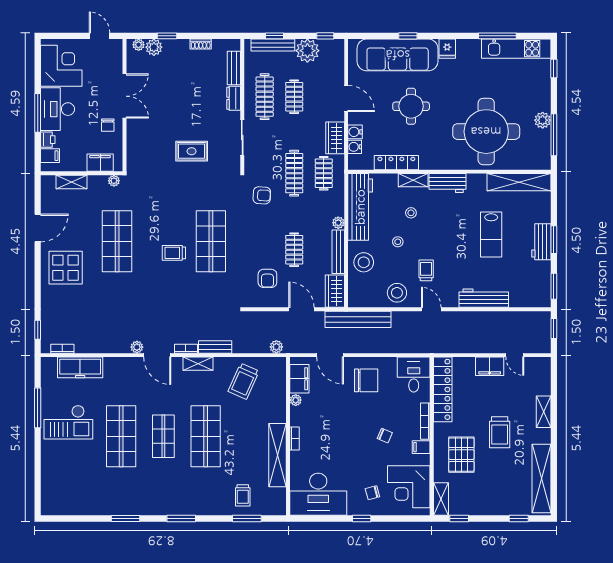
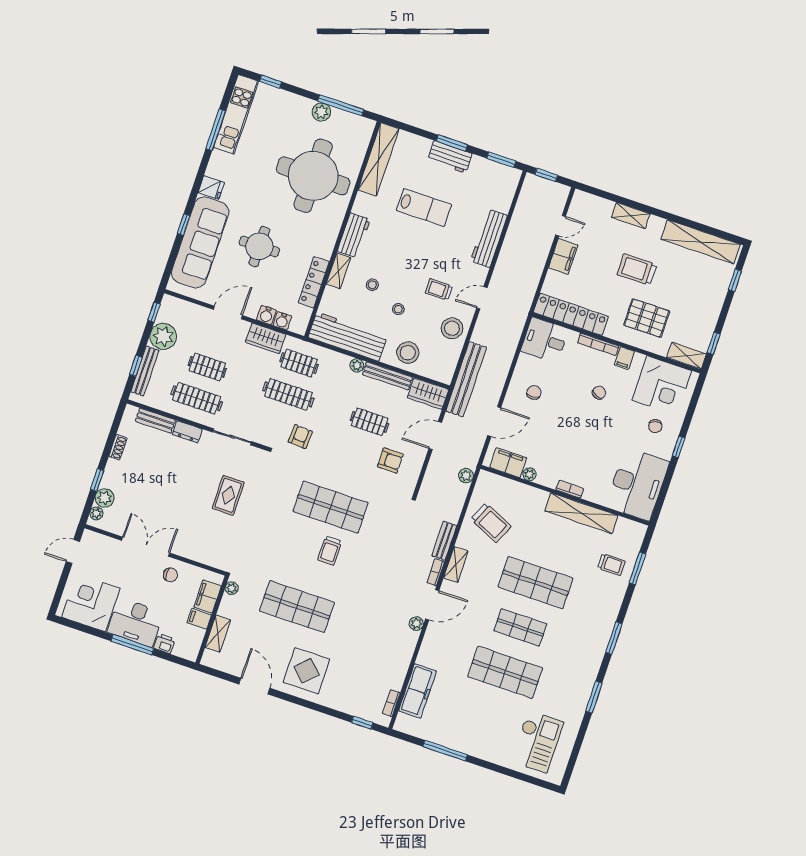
filing cabinet: (50, 156) -> (199, 619), moved, turned -90
chair: (366, 380) -> (534, 392), width x0.54, depth x0.54
checkout: (68, 422) -> (537, 742), moved
trolley: (500, 432) -> (637, 270), turned 180

